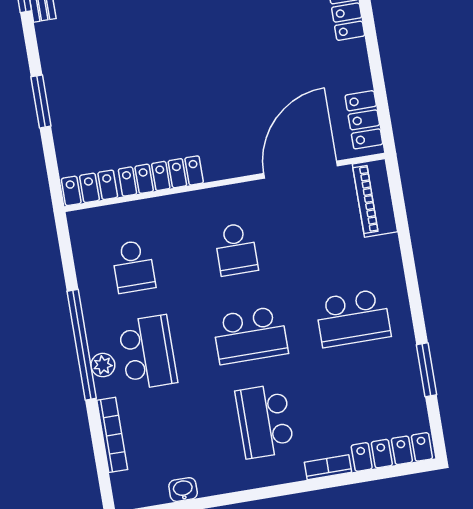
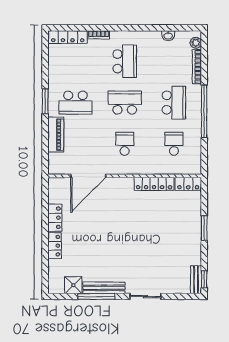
locker: (364, 120) -> (55, 218), moved
piano: (375, 198) -> (56, 135), moved
school desk: (353, 318) -> (75, 103), turned 180
school desk: (148, 352) -> (174, 103), turned 180
plant: (103, 365) -> (196, 43), moved
window: (426, 370) -> (45, 101), moved

